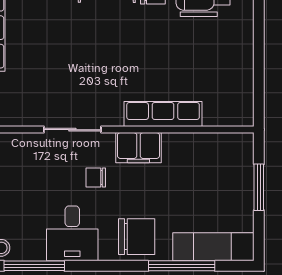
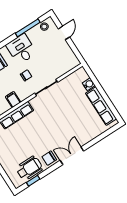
filing cabinet: (138, 148) -> (13, 100), width x0.50

